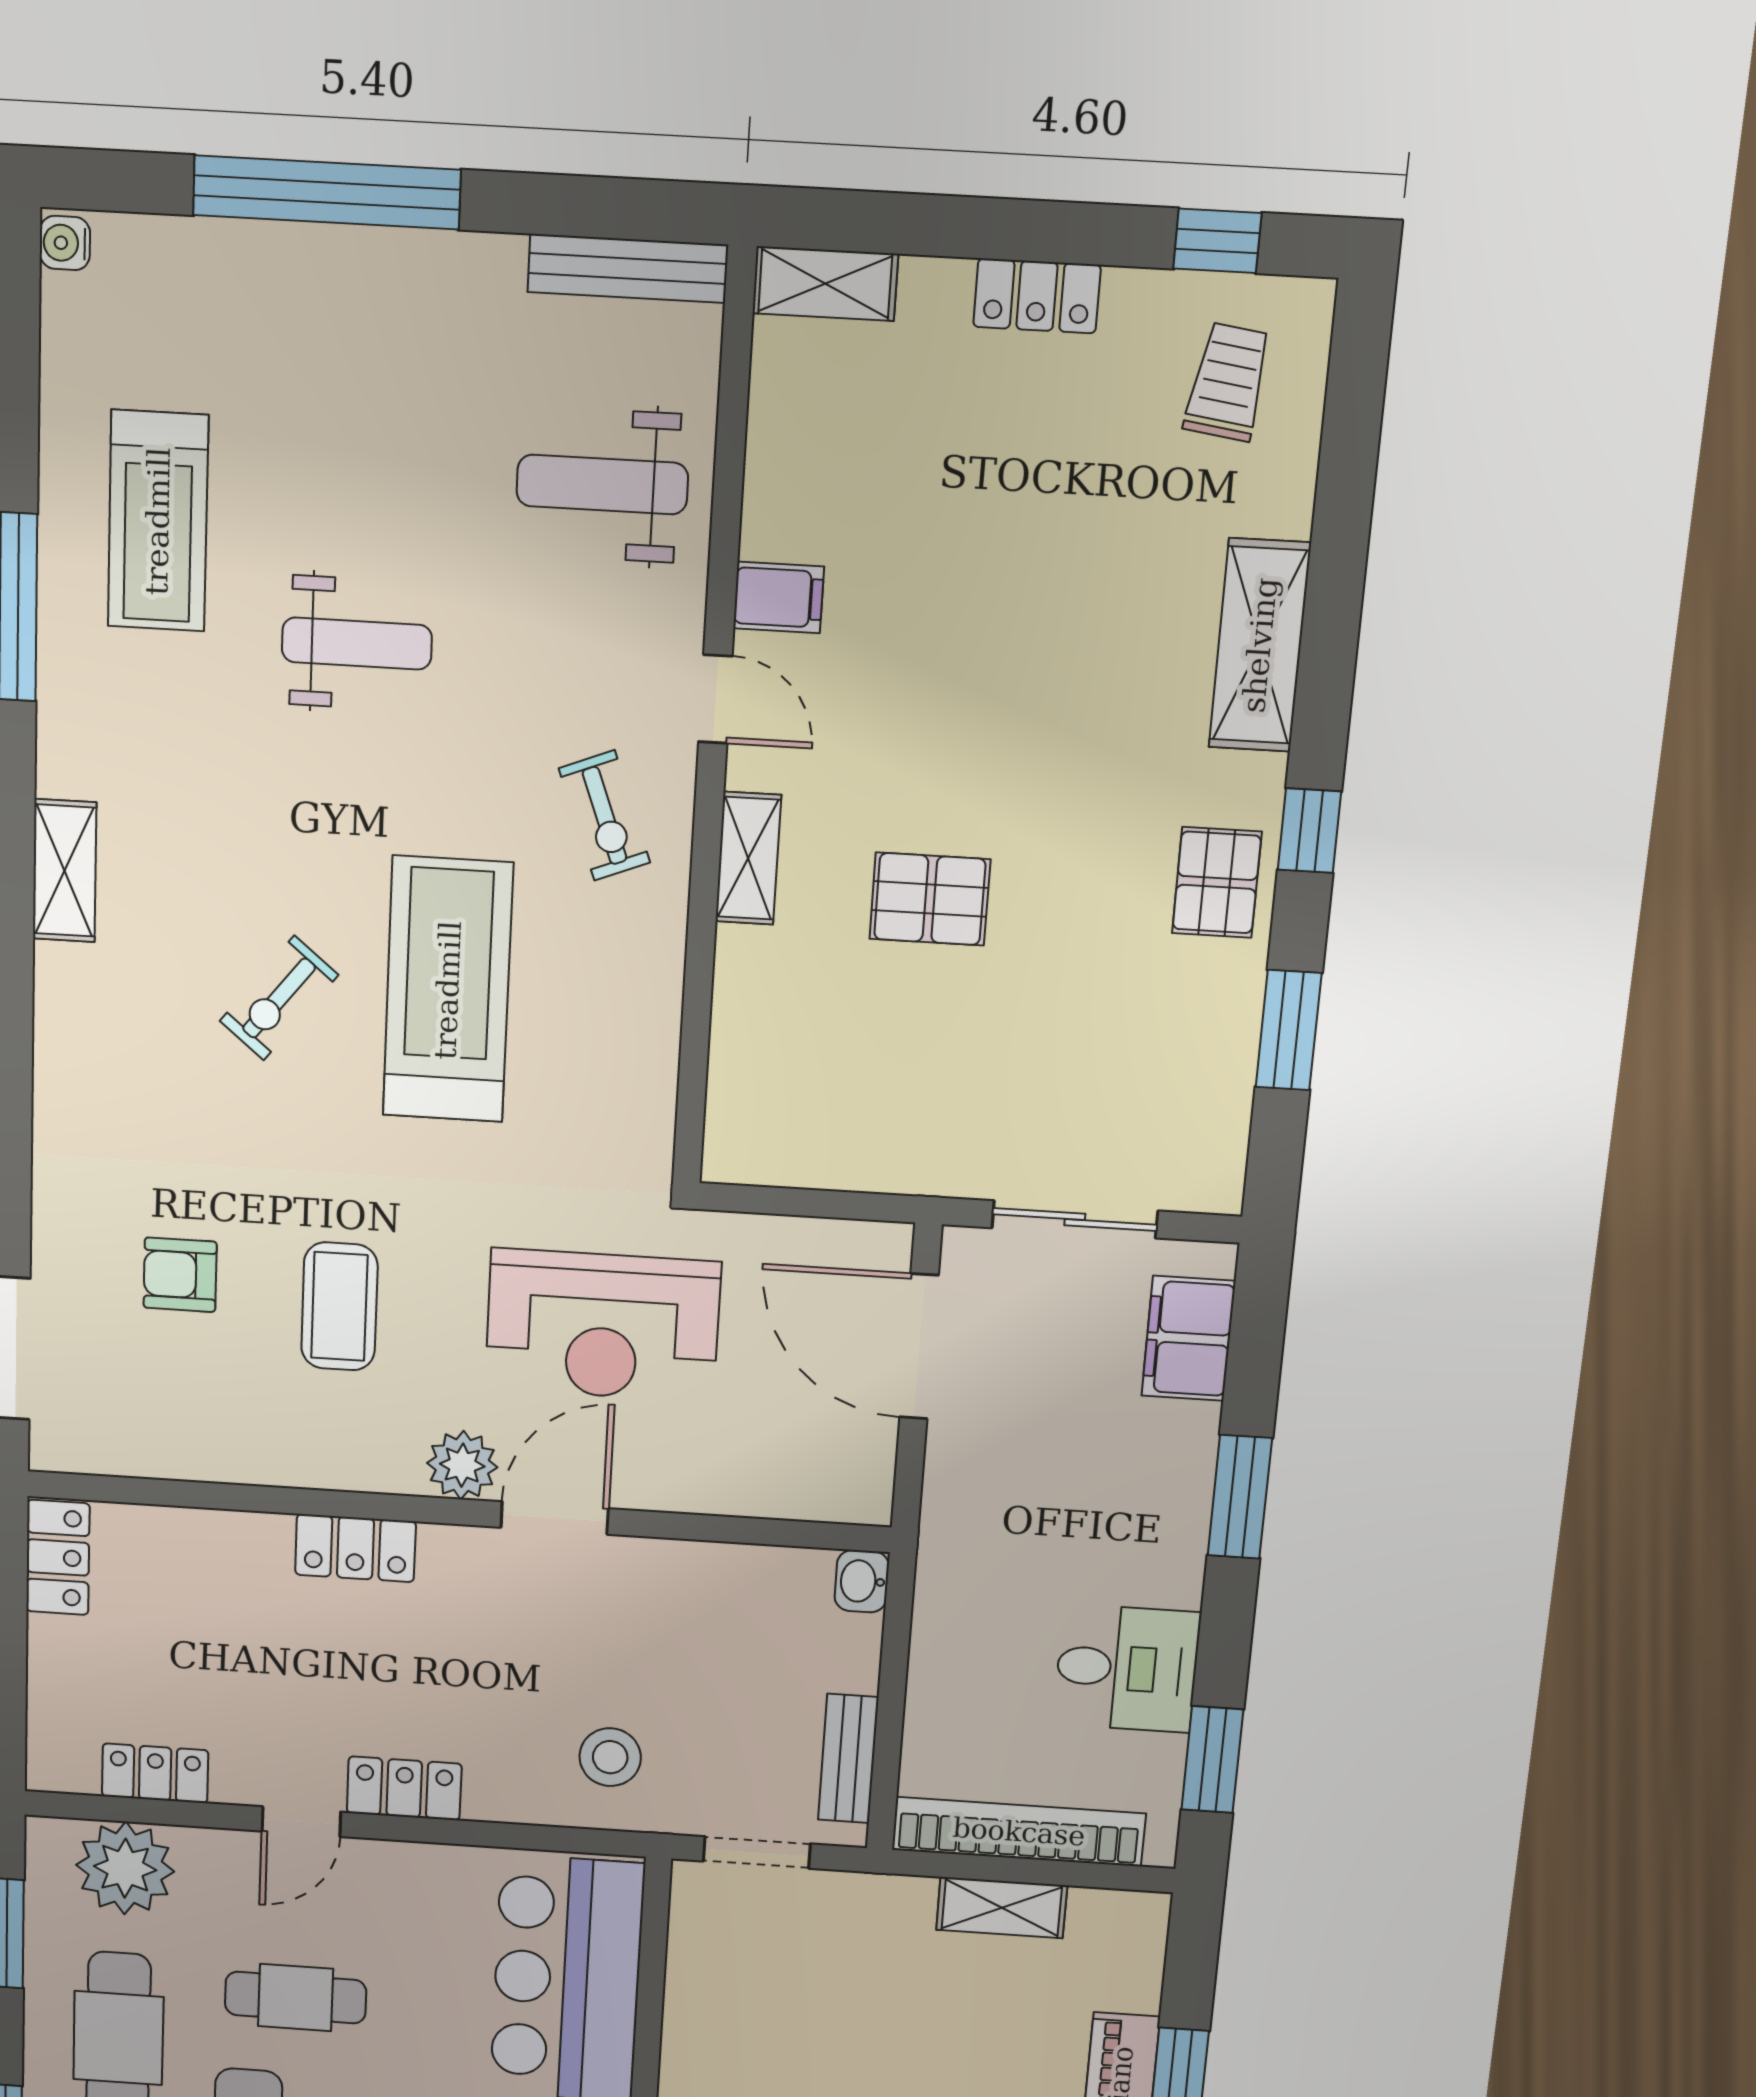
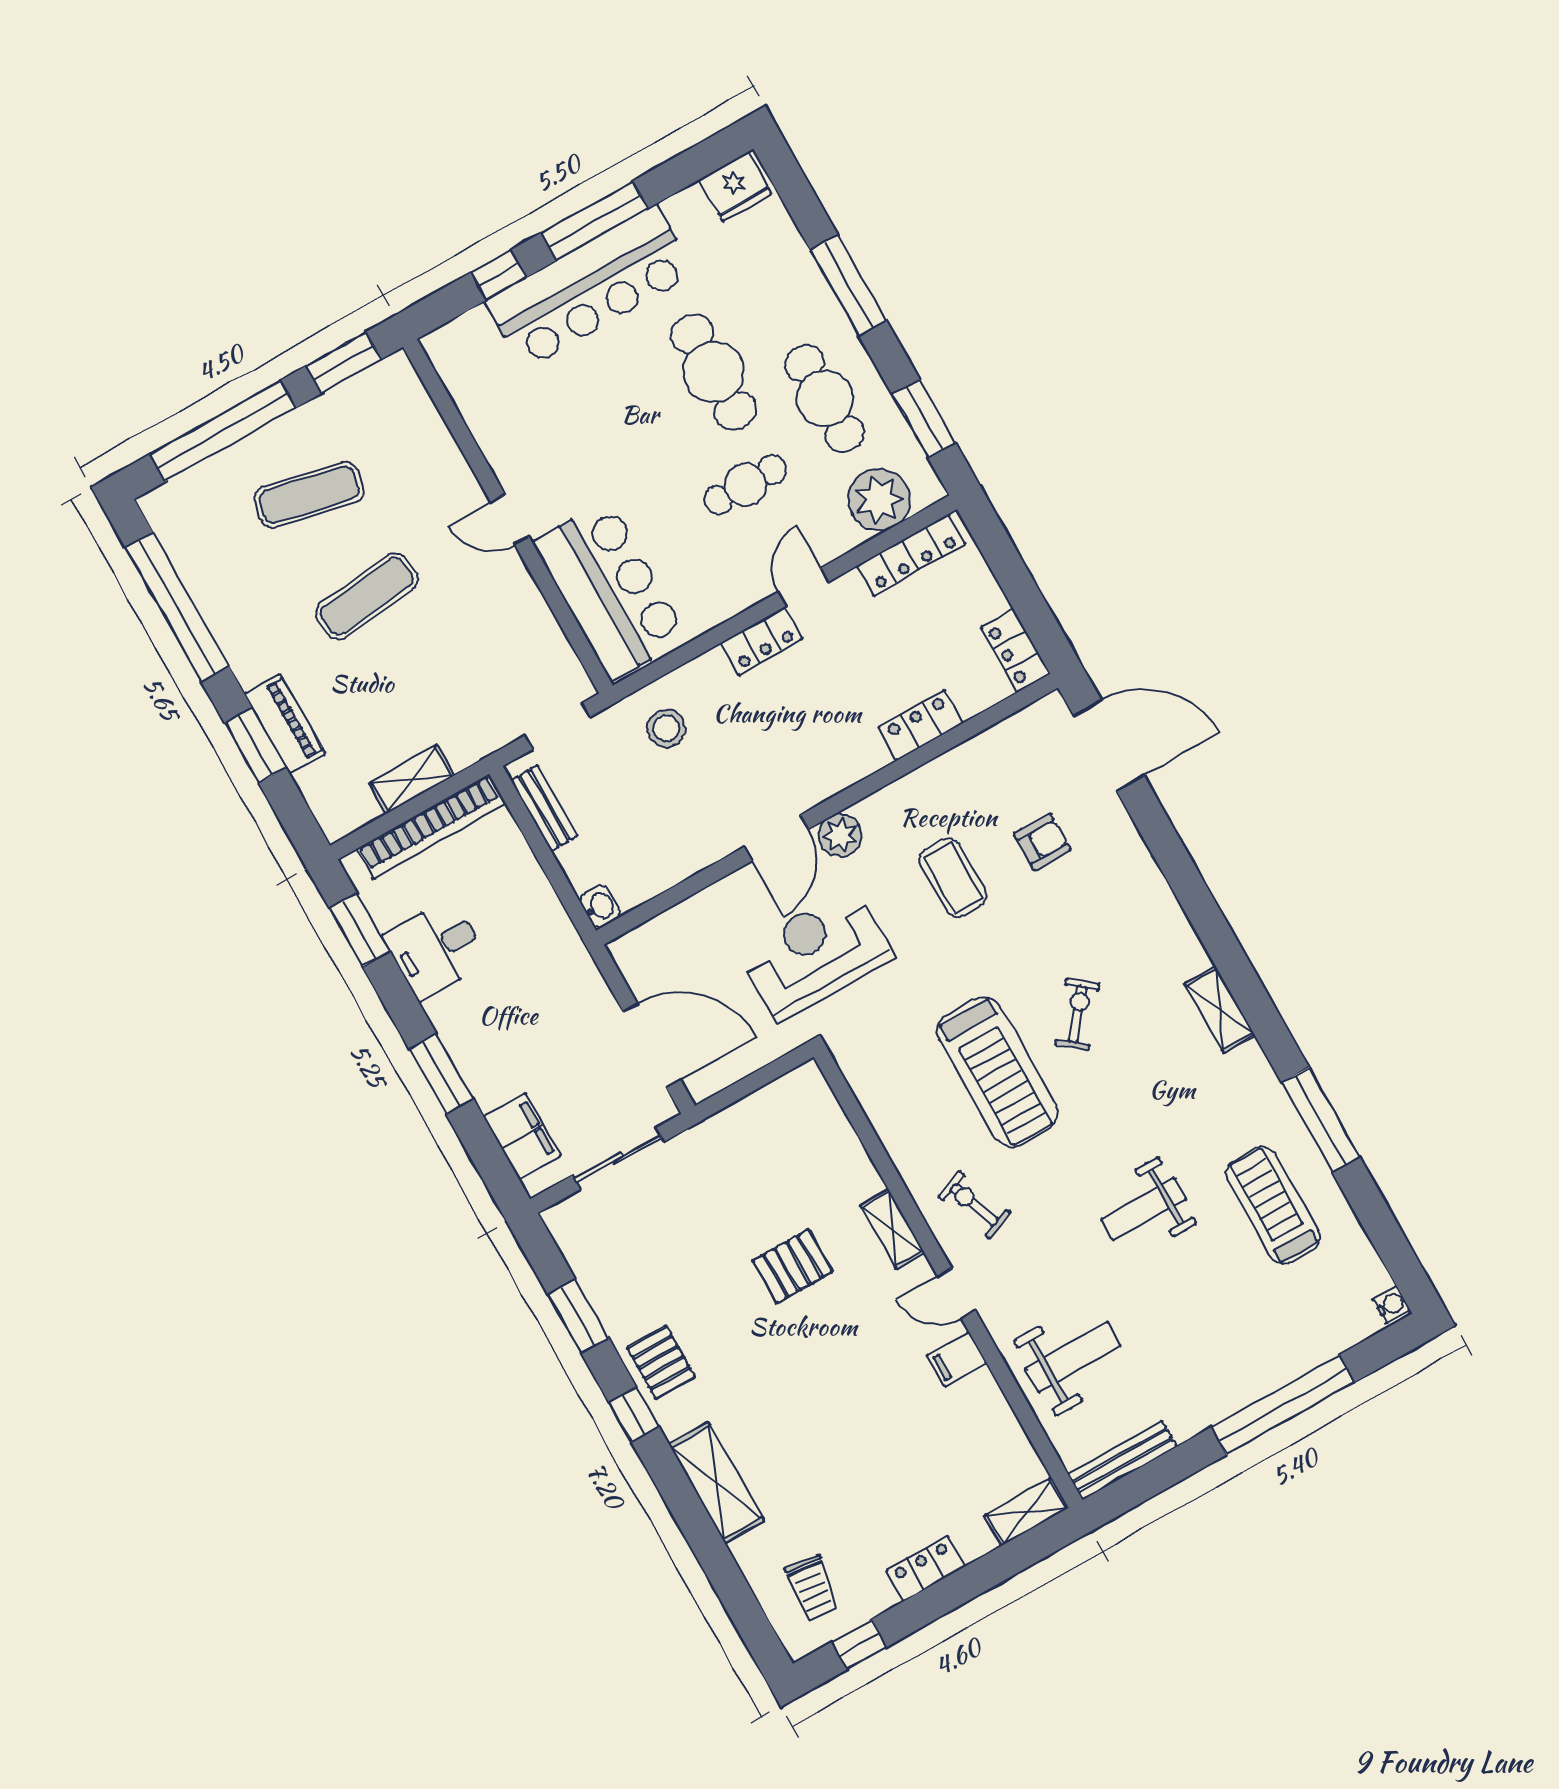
locker: (355, 1548) -> (921, 725), moved
locker: (155, 1773) -> (911, 555), width x1.53

